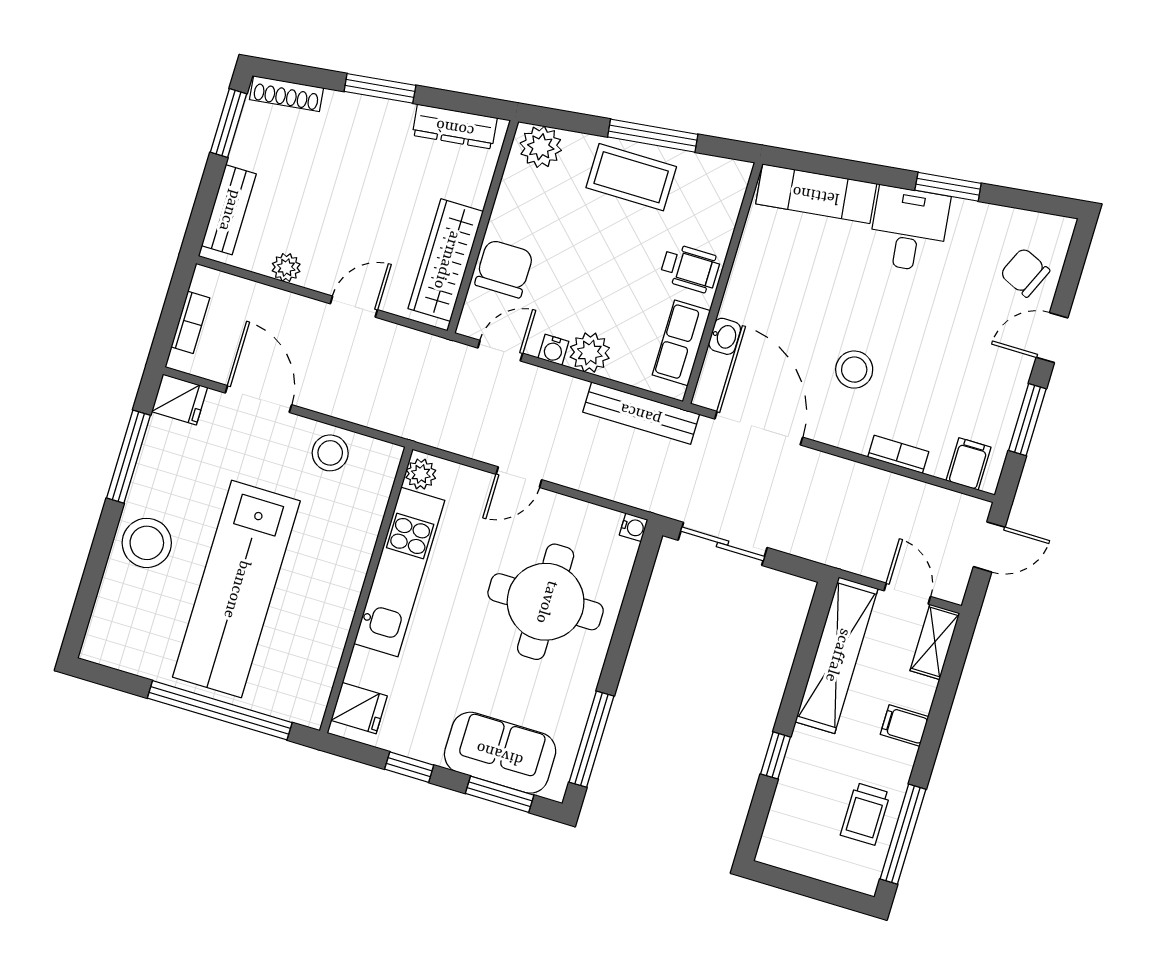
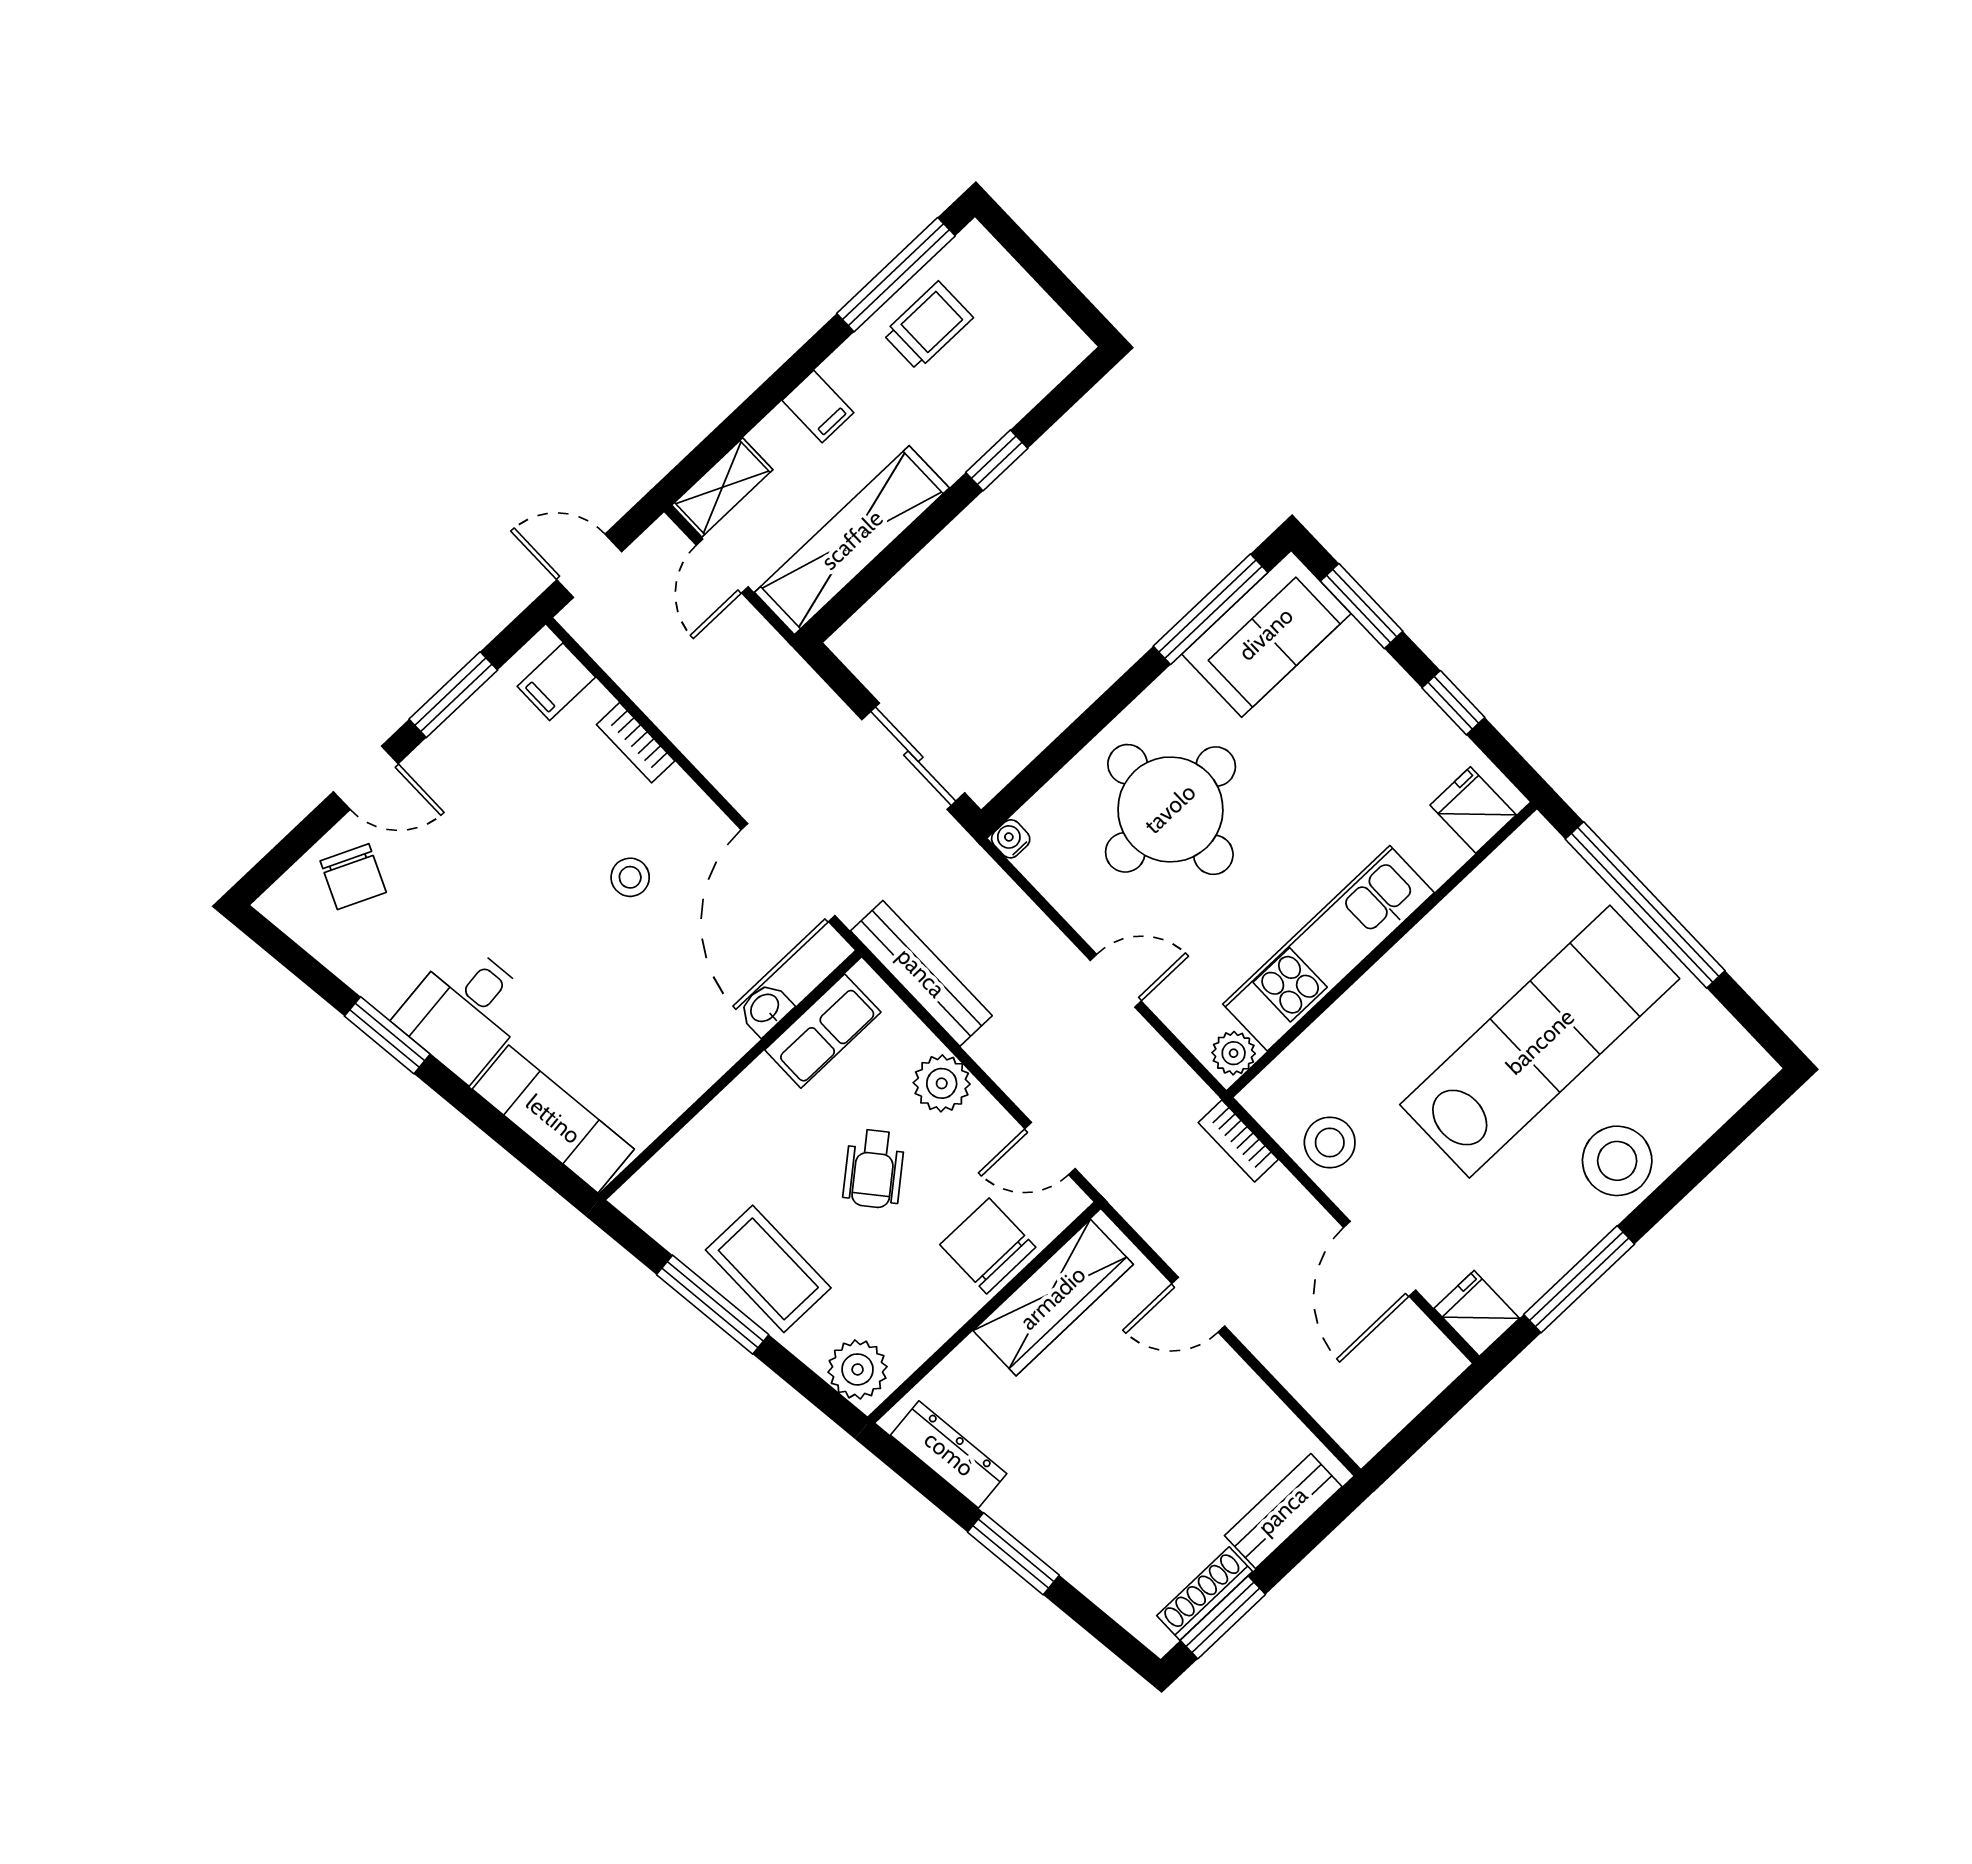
shoe rack: (286, 94) -> (1205, 1594), moved, turned -83
plant: (286, 267) -> (1254, 1400), removed
wheelchair: (690, 268) -> (874, 1169), moved, turned -130
chair: (504, 269) -> (988, 1246), turned 90
bookcase: (190, 322) -> (1238, 1141), moved, turned -90
water cooler: (553, 350) -> (984, 1112), removed
stool: (854, 370) -> (630, 877), width x0.73, depth x0.73
sofa: (500, 753) -> (1266, 634), moved, turned -90

